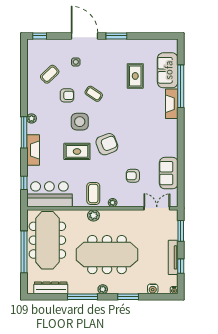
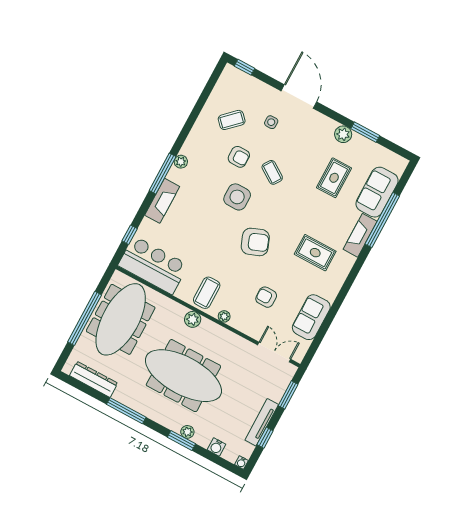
window: (116, 36) -> (365, 132), moved
plant: (126, 45) -> (343, 134), added
rug: (77, 151) -> (315, 253), moved
plant: (103, 289) -> (187, 432), moved

